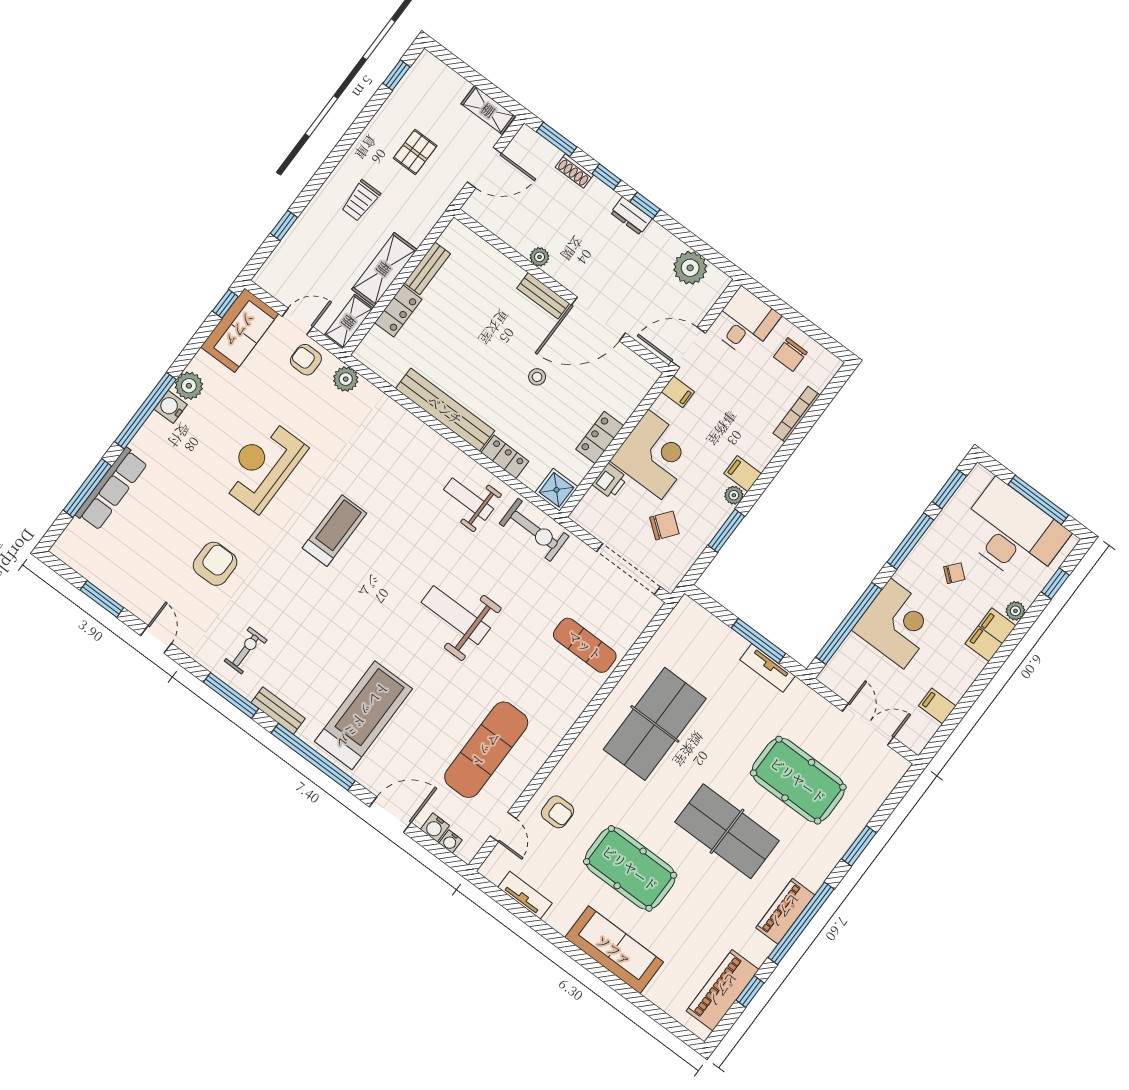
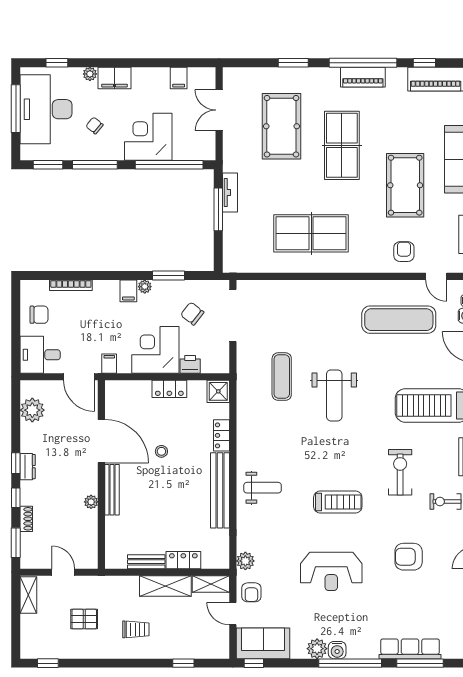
door: (484, 168) -> (63, 572), width x0.73
bench: (543, 296) -> (112, 490), width x1.36
weight bench: (469, 499) -> (263, 488), moved, turned -90
exercise bike: (534, 530) -> (400, 472), moved
treadmill: (334, 531) -> (338, 502), turned 180
exercise mat: (585, 645) -> (282, 377), moved
door: (503, 827) -> (436, 276), swing flipped

